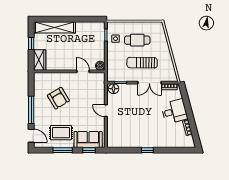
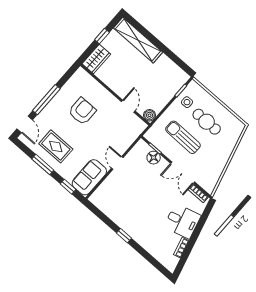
sun lounger: (142, 63) -> (183, 137), moved
floor lamp: (114, 89) -> (154, 158), moved
armchair: (58, 98) -> (82, 111), turned -149
sofa: (88, 139) -> (89, 177), moved, turned -90

